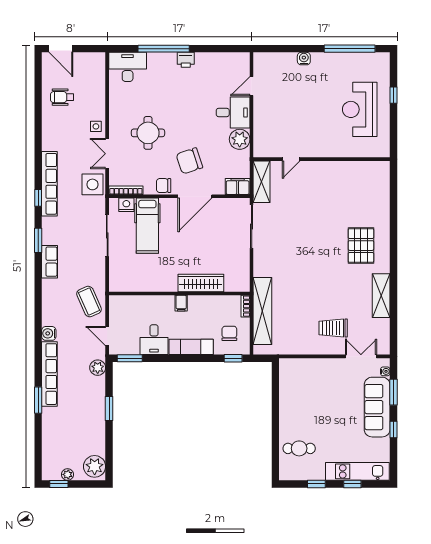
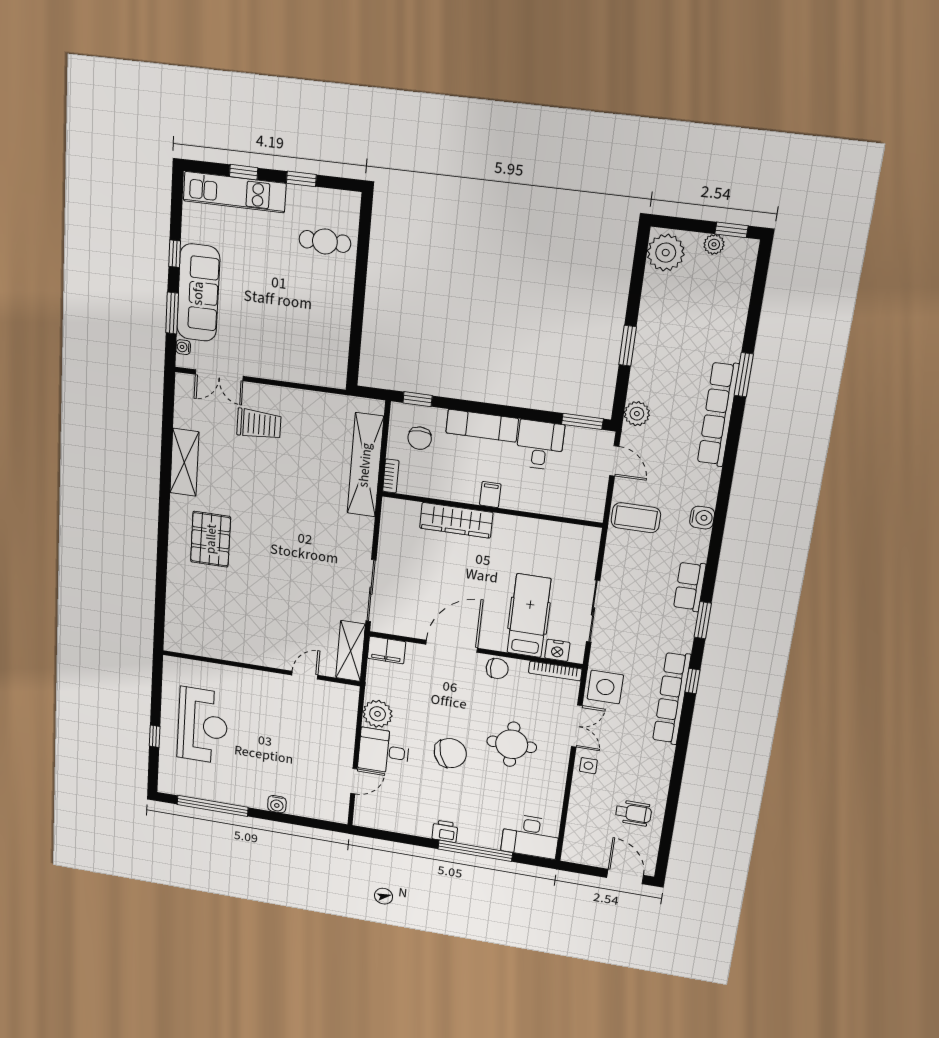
chair: (189, 161) -> (450, 753), moved
coffee table: (89, 302) -> (636, 518), turned -66
water cooler: (49, 333) -> (702, 518), moved

